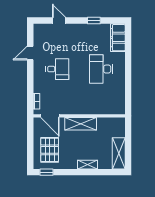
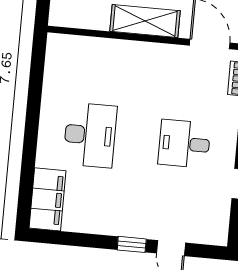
window: (94, 21) -> (132, 244), moved

